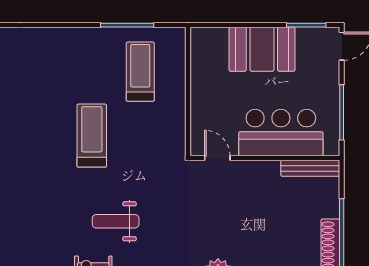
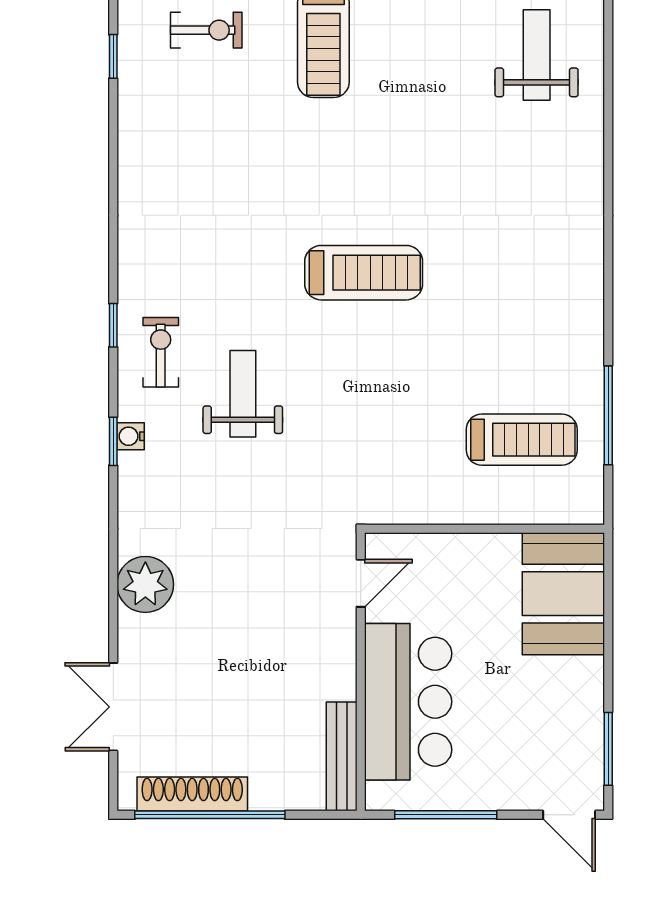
booth: (262, 49) -> (563, 594), moved
treadmill: (92, 136) -> (364, 273), moved

